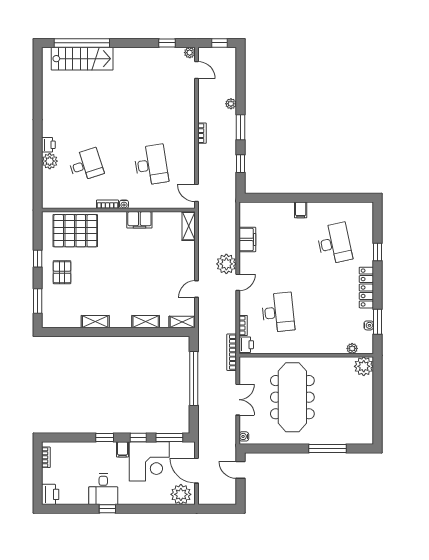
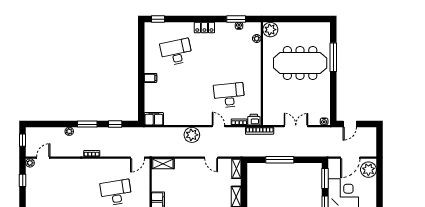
filing cabinet: (247, 239) -> (154, 119), moved
window: (377, 252) -> (158, 19), moved
door: (238, 282) -> (219, 126), moved
locker: (366, 288) -> (204, 28), width x0.66
window: (194, 378) -> (280, 160), width x0.68
meeting table: (292, 397) -> (300, 63), moved

